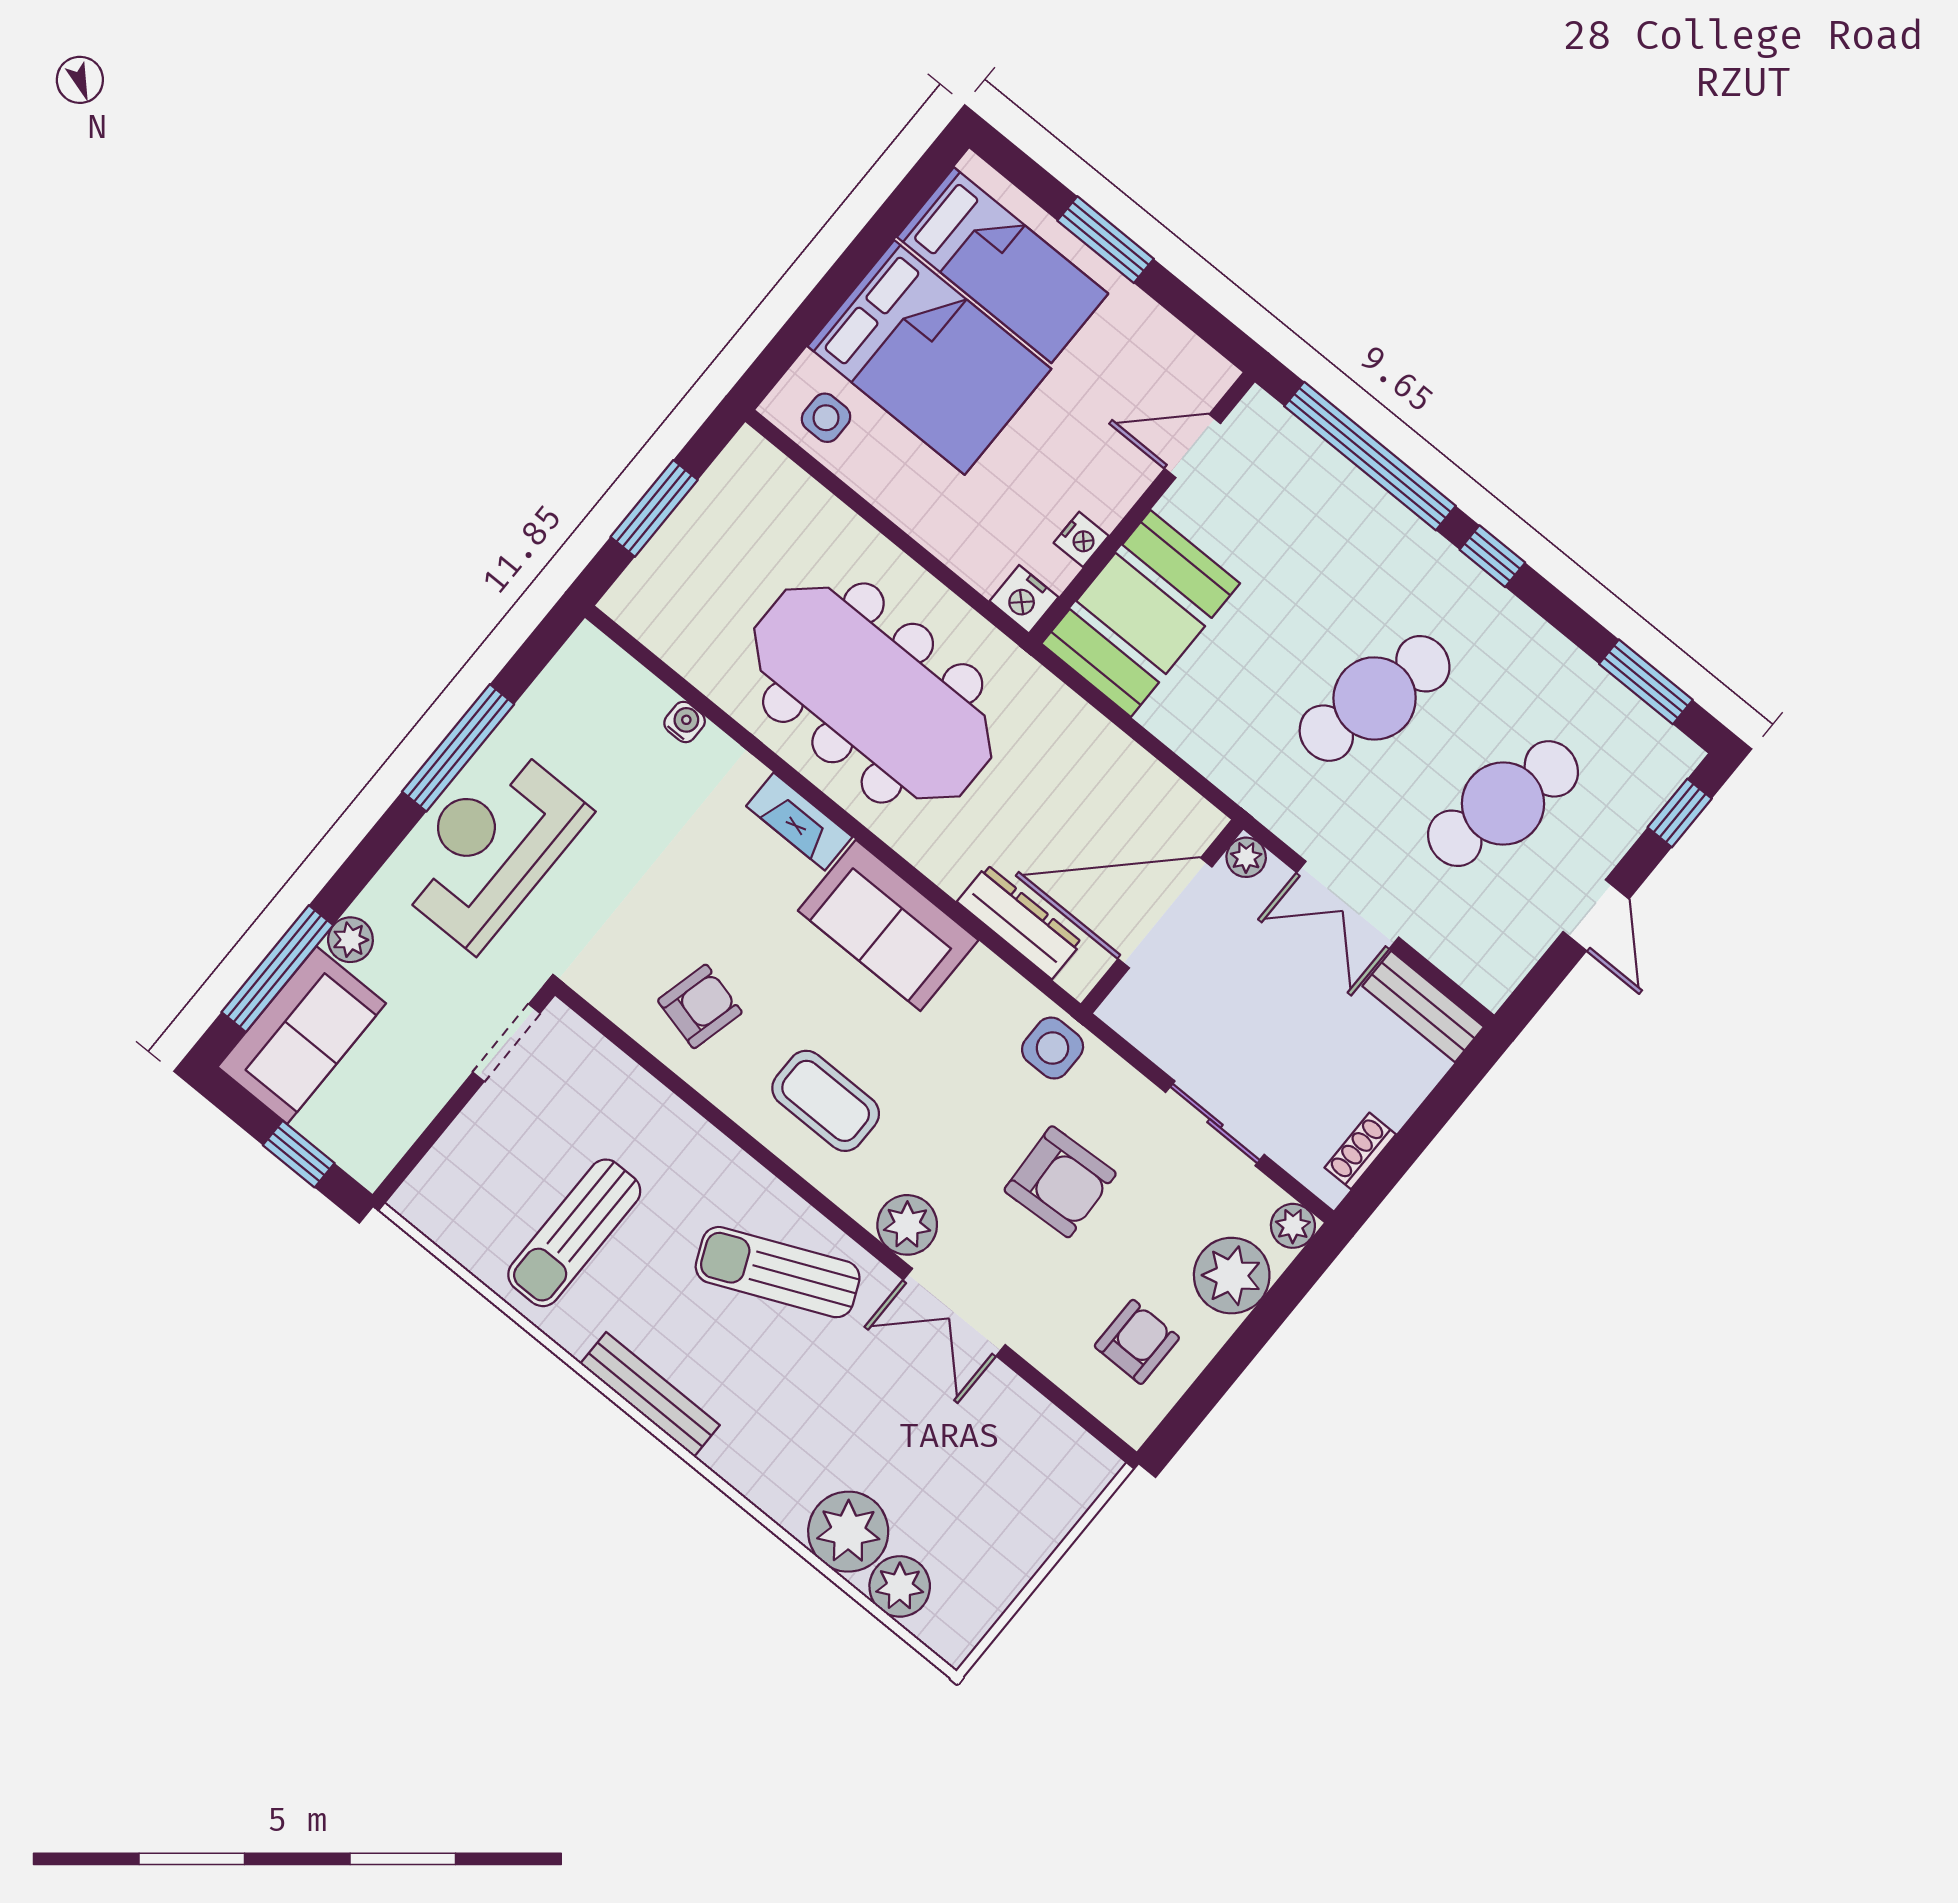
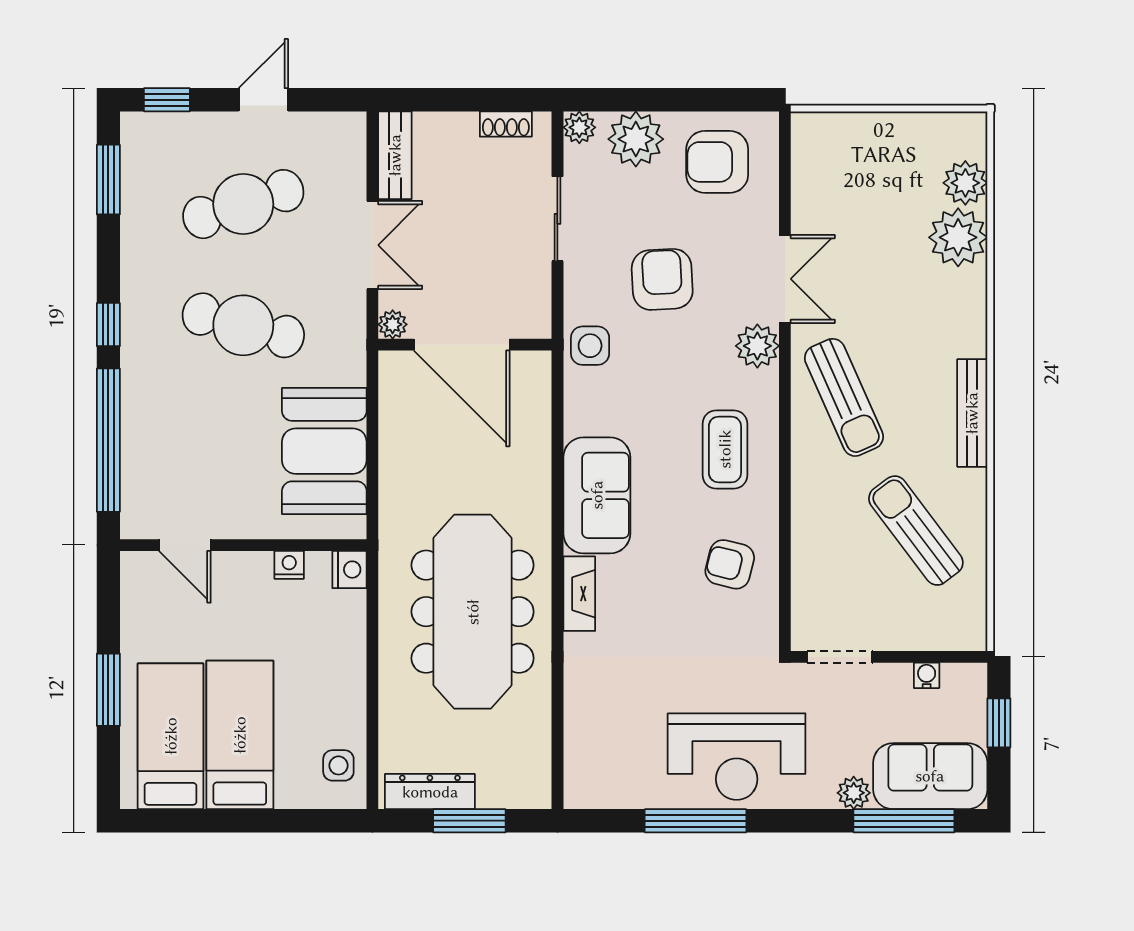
bed: (929, 357) -> (240, 735), width x0.67
booth: (1141, 613) -> (324, 451), moved, turned 90
water cooler: (685, 722) -> (927, 675), moved, turned 90
cafe table: (1503, 804) -> (243, 204), turned -33
dresser: (1020, 922) -> (430, 792), moved, turned 90
sun lounger: (574, 1233) -> (916, 531), turned -127
armchair: (1137, 1342) -> (717, 162), width x1.38, depth x1.38

